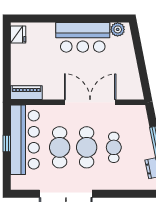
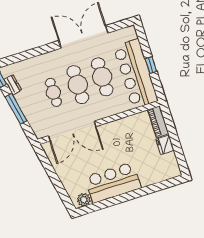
fridge: (18, 35) -> (165, 145), moved
piano: (26, 93) -> (158, 122), moved, turned 90
double door: (90, 102) -> (72, 131), moved

